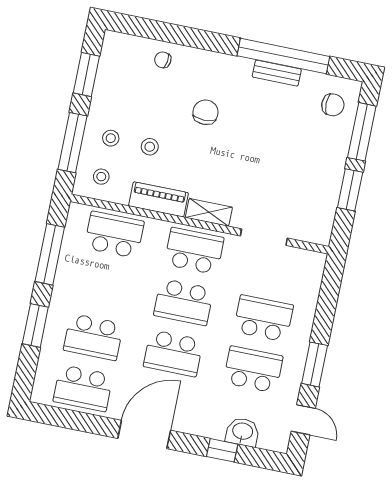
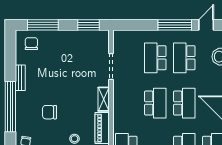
window: (283, 56) -> (10, 107), moved
window: (350, 190) -> (88, 25), moved
school desk: (194, 251) -> (126, 103), removed
window: (315, 364) -> (175, 25), width x1.44

